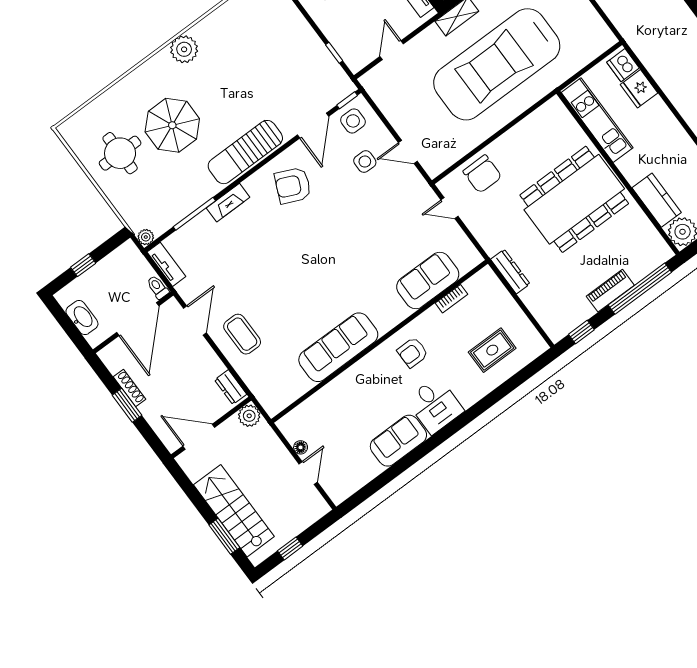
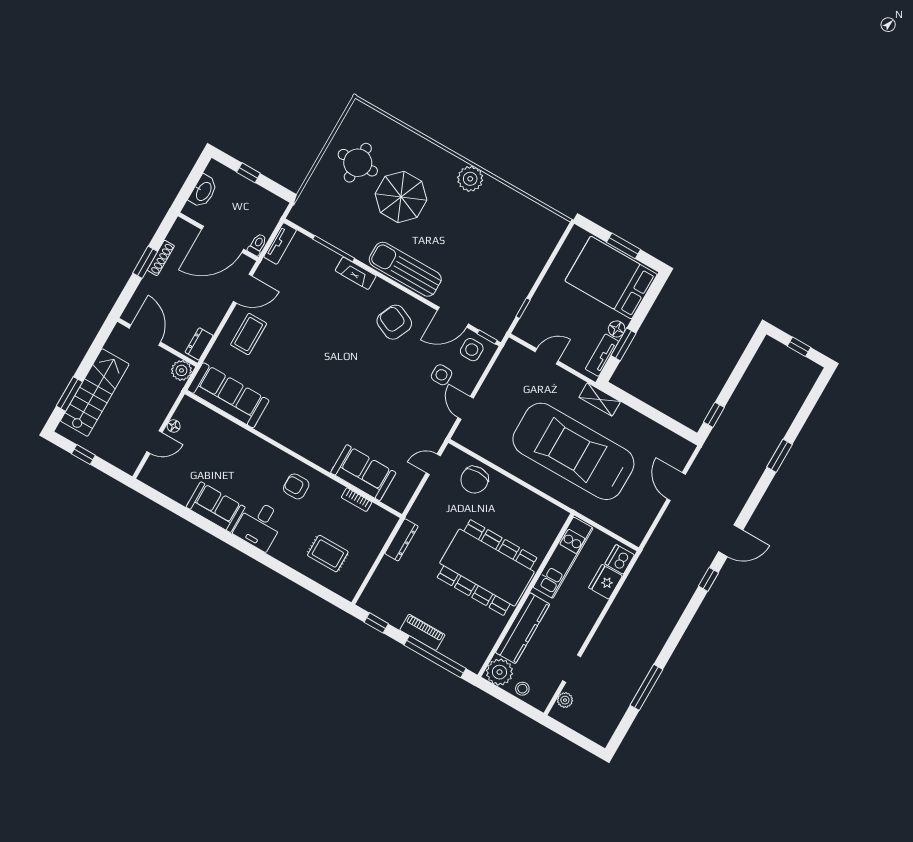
kitchen counter: (657, 200) -> (523, 628), width x1.50
door: (450, 208) -> (433, 464), hinge flipped
plant: (146, 237) -> (296, 216), removed
sofa: (338, 347) -> (228, 395), moved

